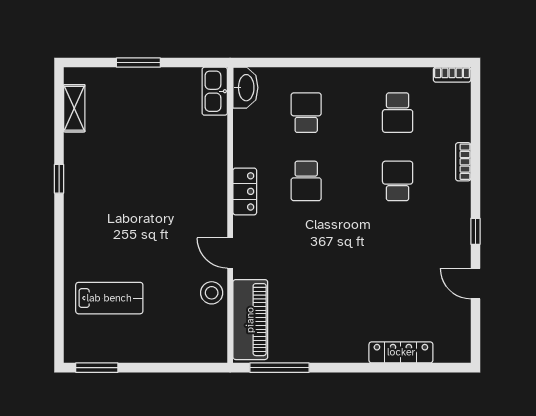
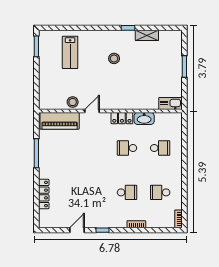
washbasin: (245, 88) -> (144, 119), moved
shelving: (74, 108) -> (147, 35), moved
stool: (122, 208) -> (114, 58), added
window: (279, 368) -> (36, 153), moved

